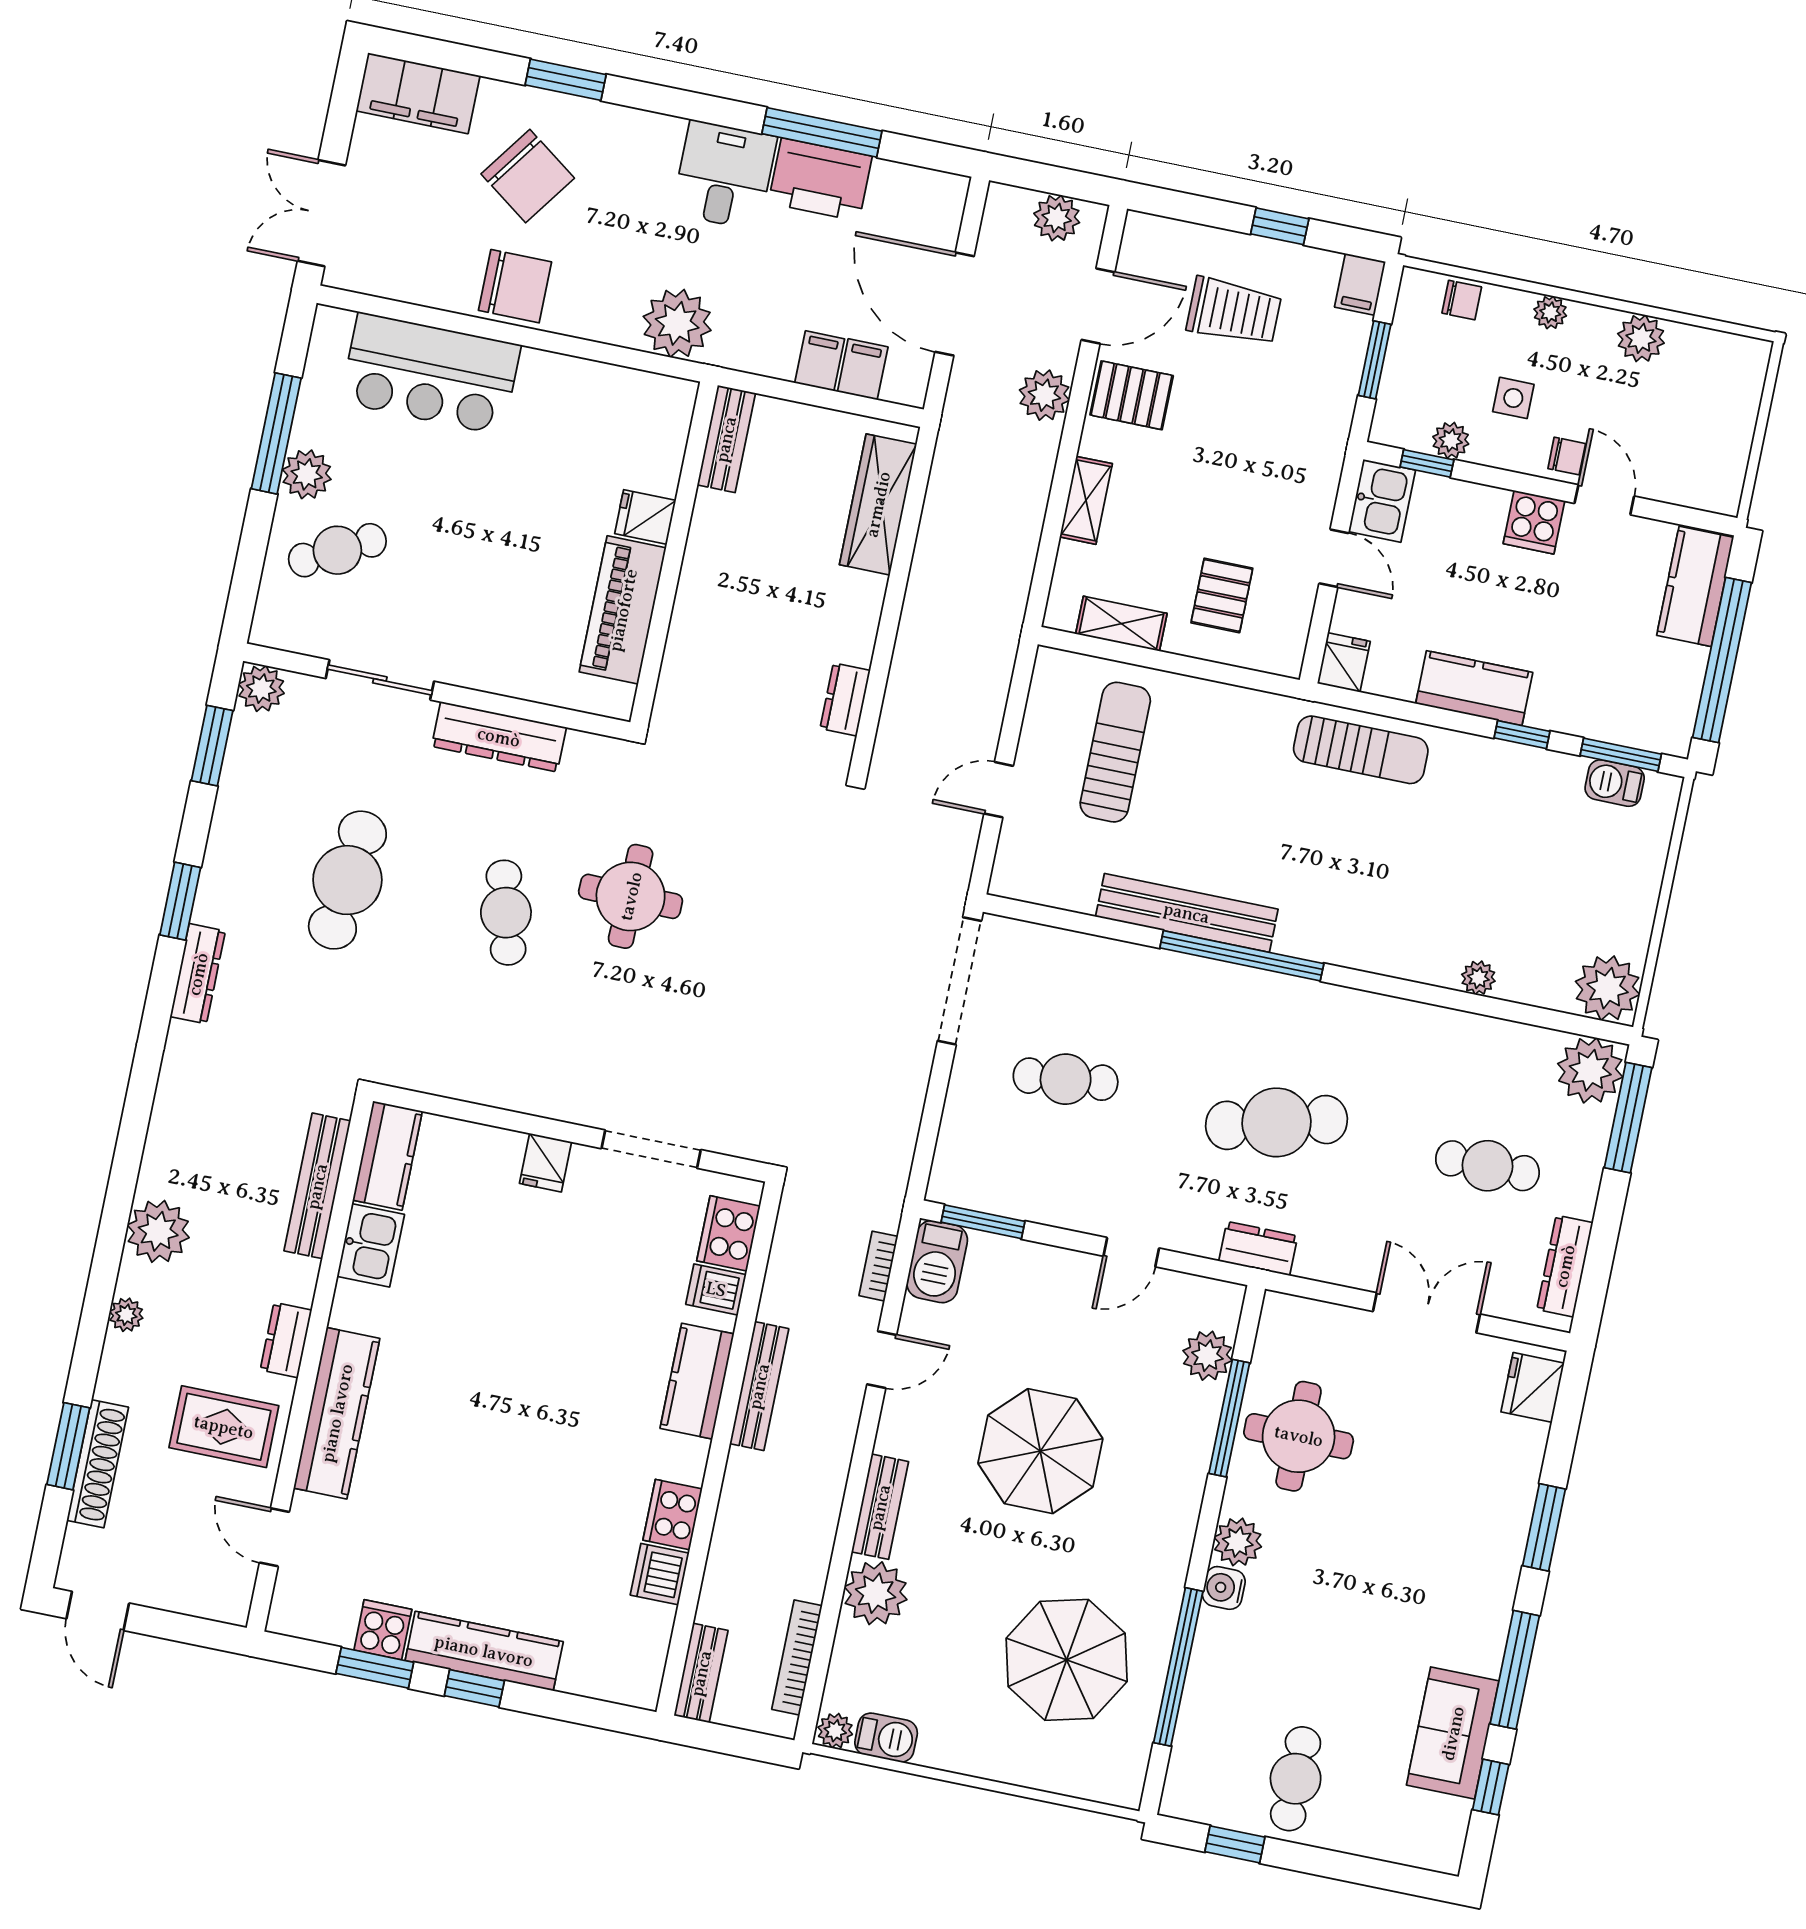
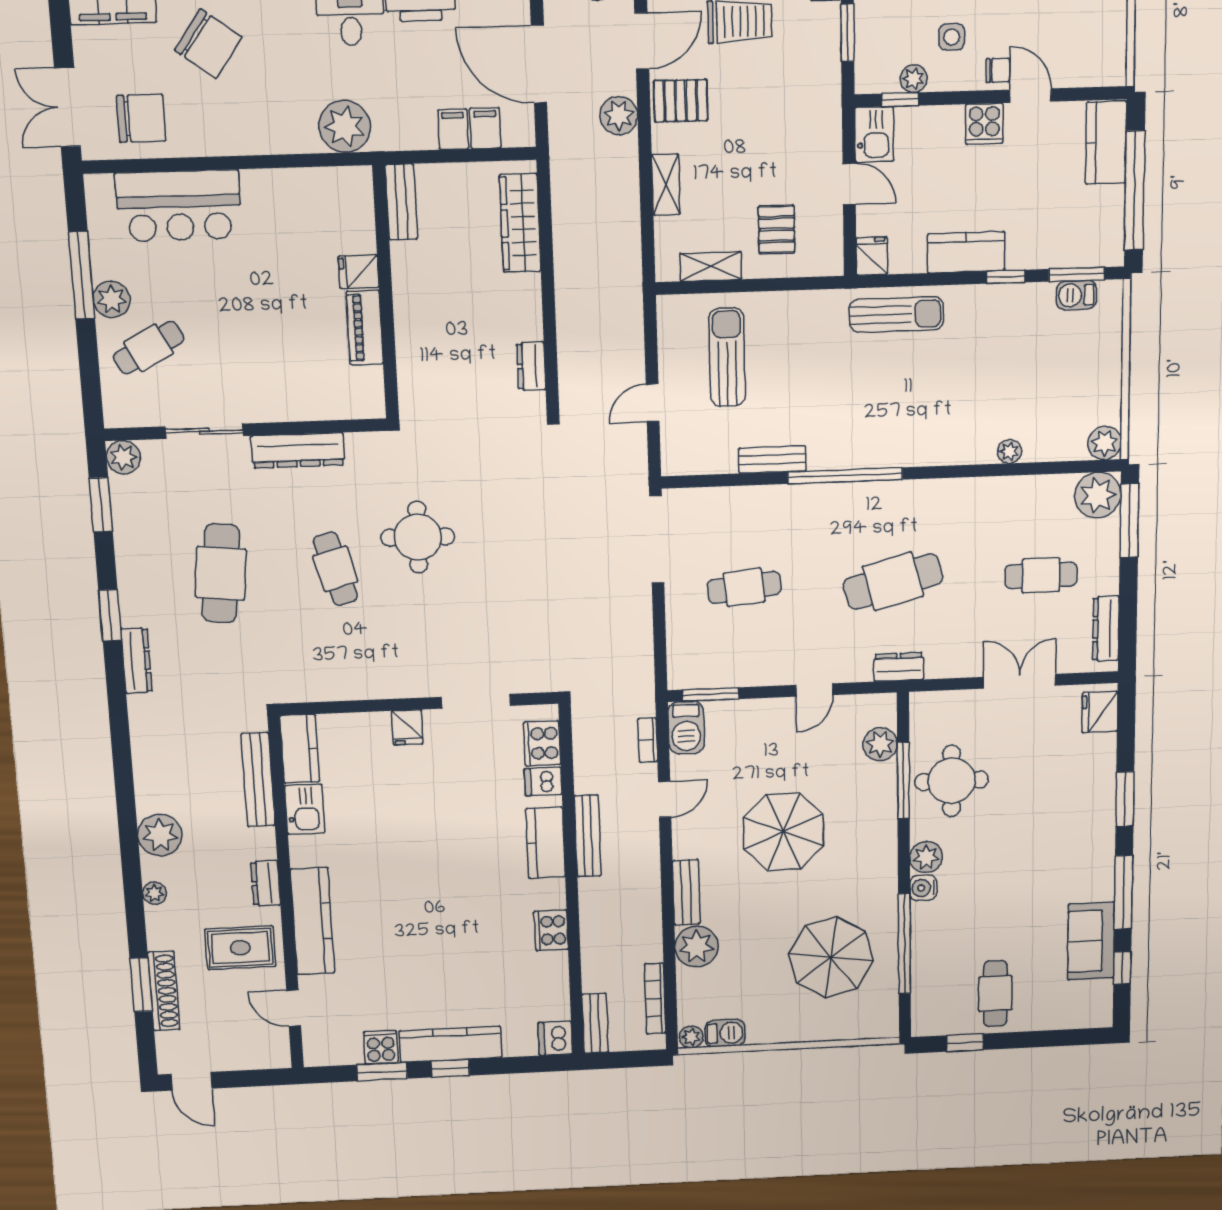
chair: (515, 286) -> (141, 118), moved
piano: (623, 610) -> (365, 328), width x0.73, depth x0.75
bench: (1187, 913) -> (772, 460), width x0.54, depth x0.82
plant: (1608, 988) -> (1105, 443), width x0.73, depth x0.73
dishwasher: (660, 1574) -> (555, 1038), moved

